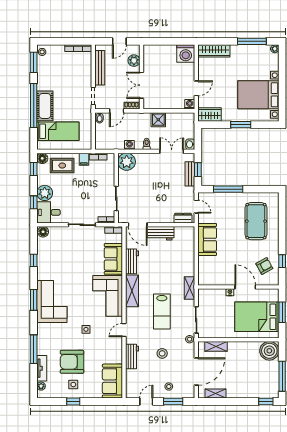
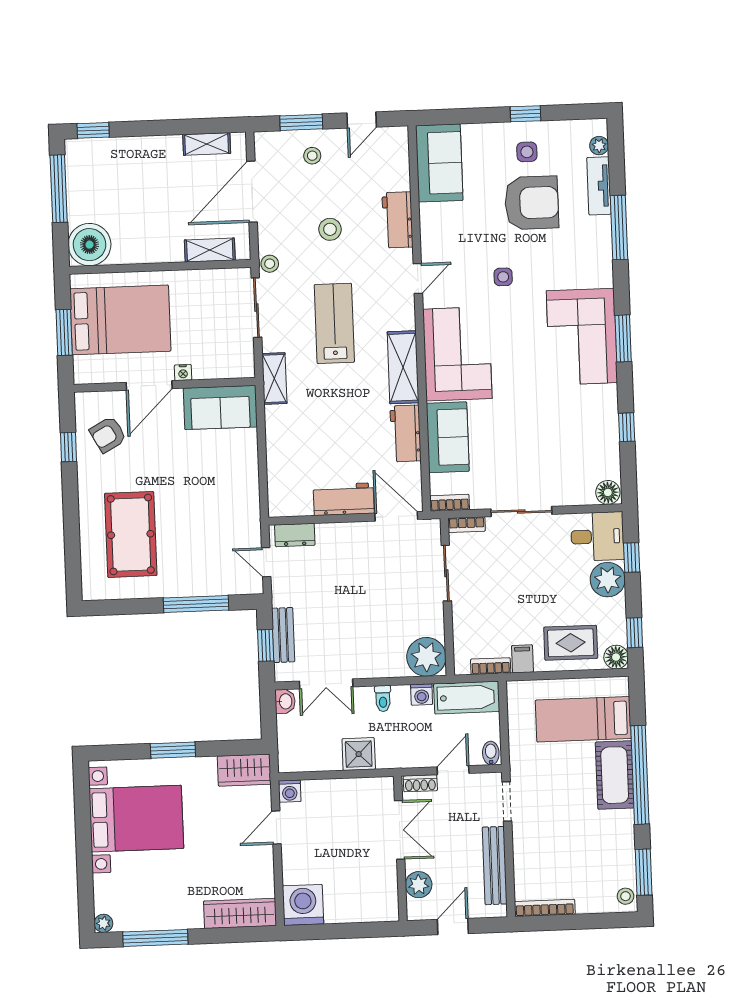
bathtub: (109, 143) -> (467, 698), added
sofa: (207, 239) -> (220, 407), moved, turned -90
door: (245, 287) -> (149, 385), hinge flipped

